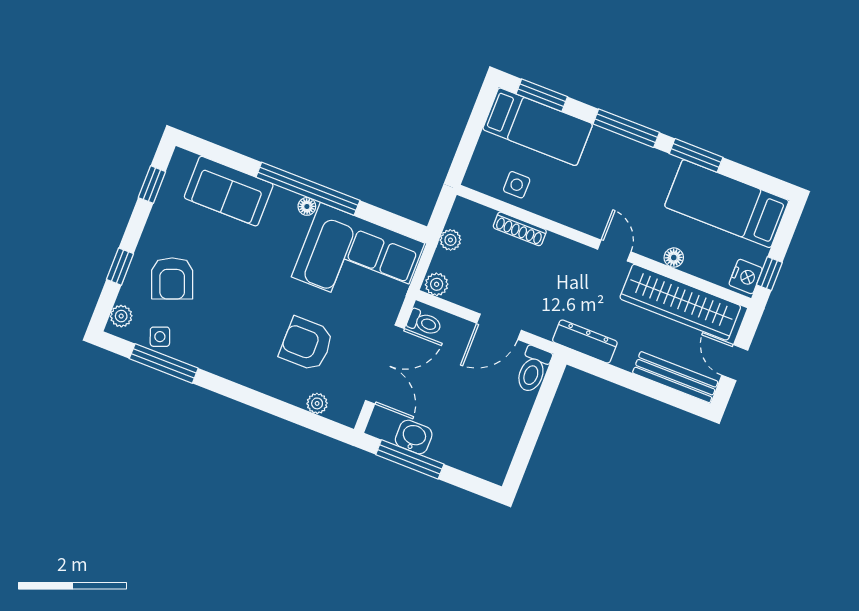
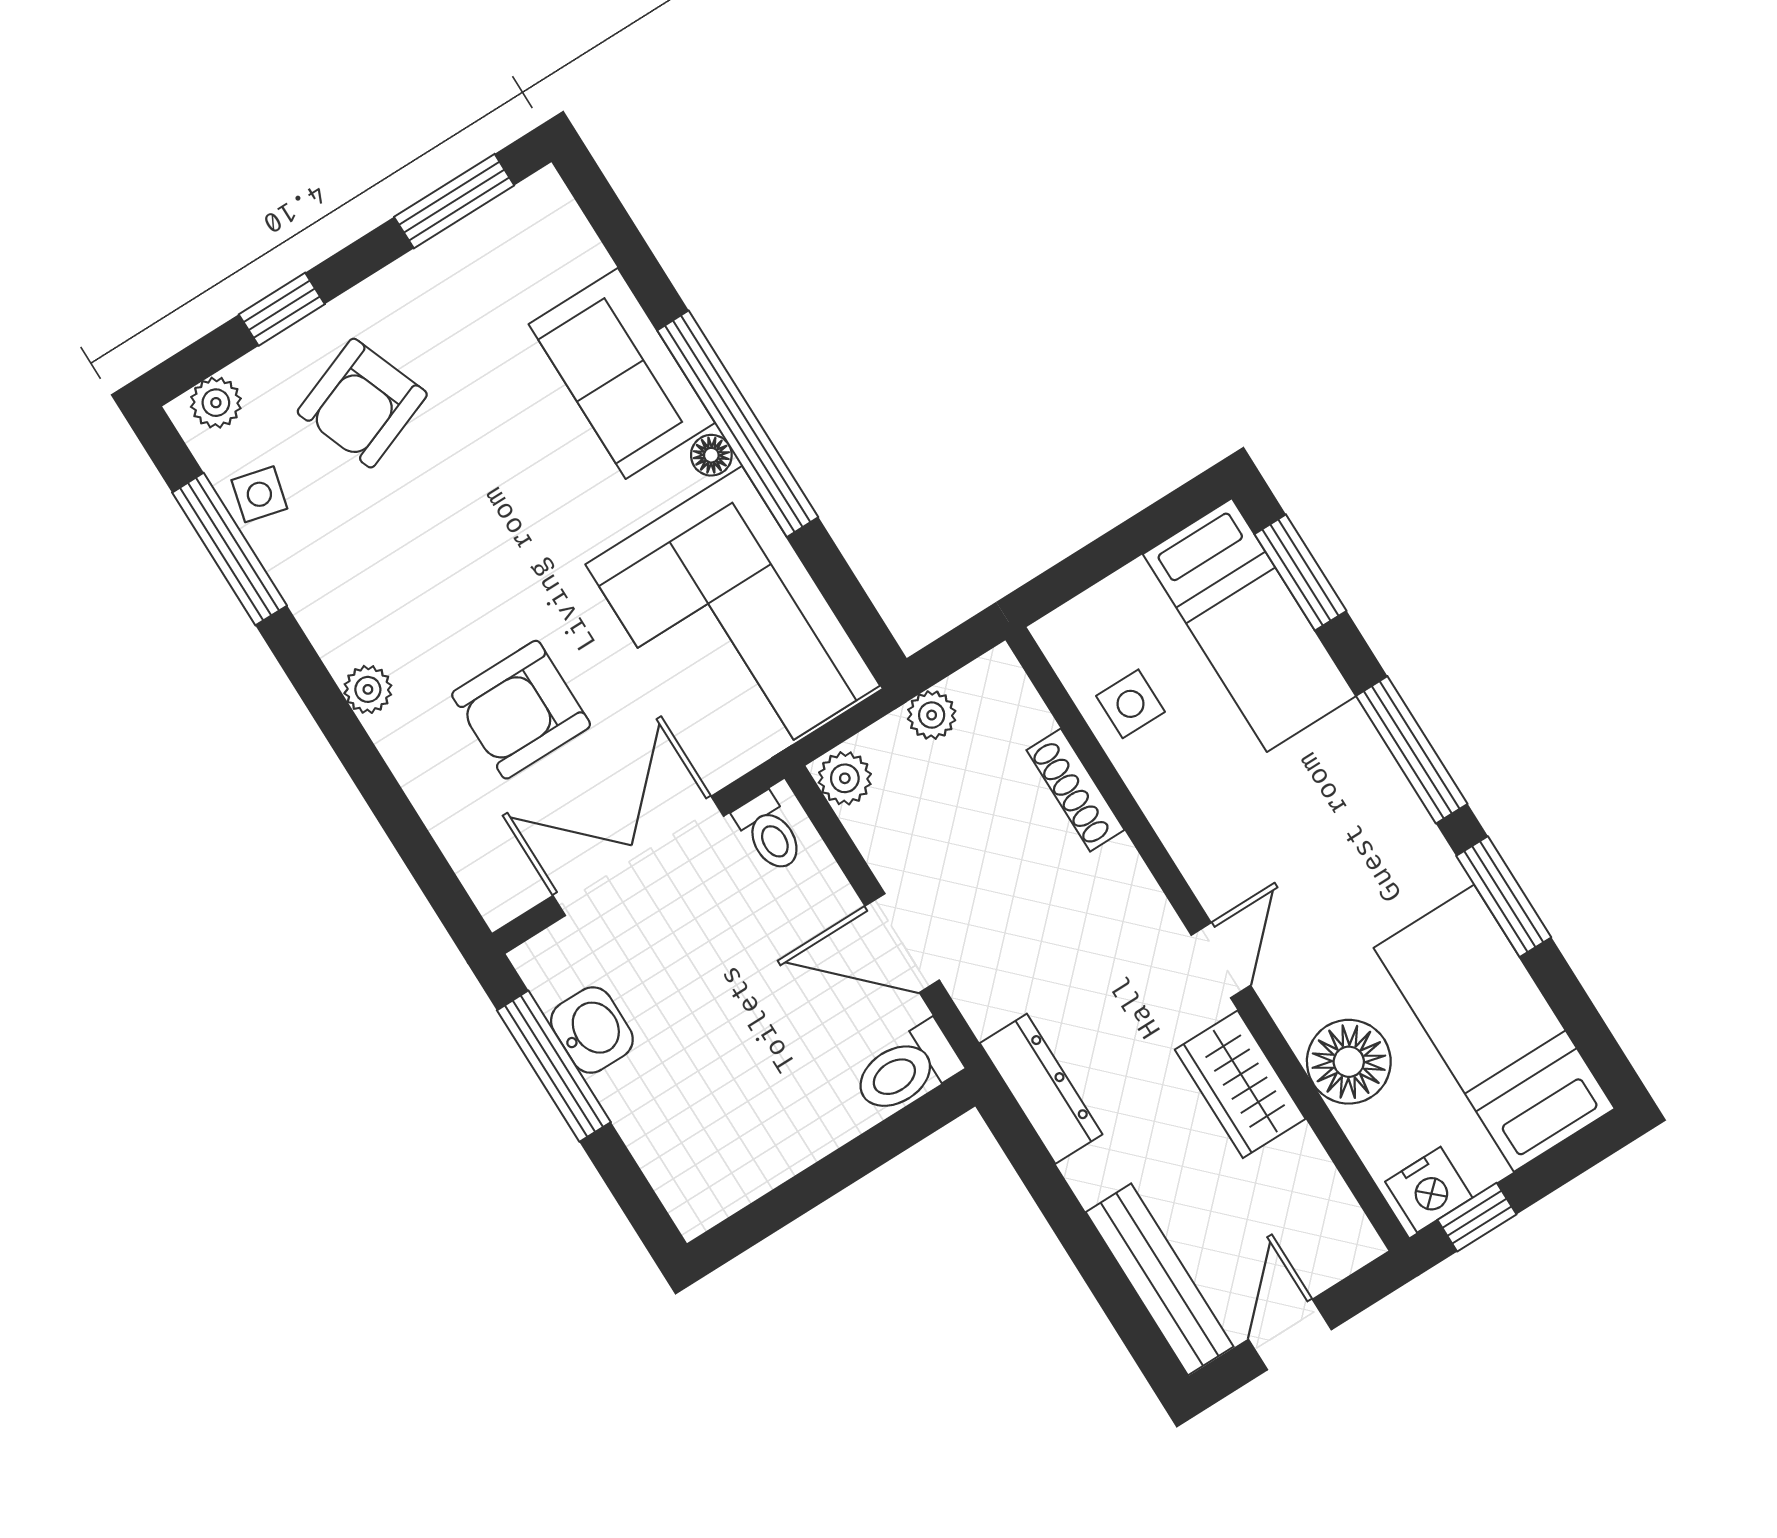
window: (152, 185) -> (454, 201), width x1.50
sofa: (229, 191) -> (622, 374), moved
floor lamp: (674, 258) -> (1349, 1062), width x1.89, depth x1.89
wardrobe: (680, 302) -> (1240, 1084), width x0.48, depth x0.85
side table: (160, 337) -> (259, 494), turned 35
armchair: (306, 344) -> (521, 710), turned -90
double door: (385, 365) -> (638, 856), swing flipped
plant: (317, 403) -> (368, 689), moved

